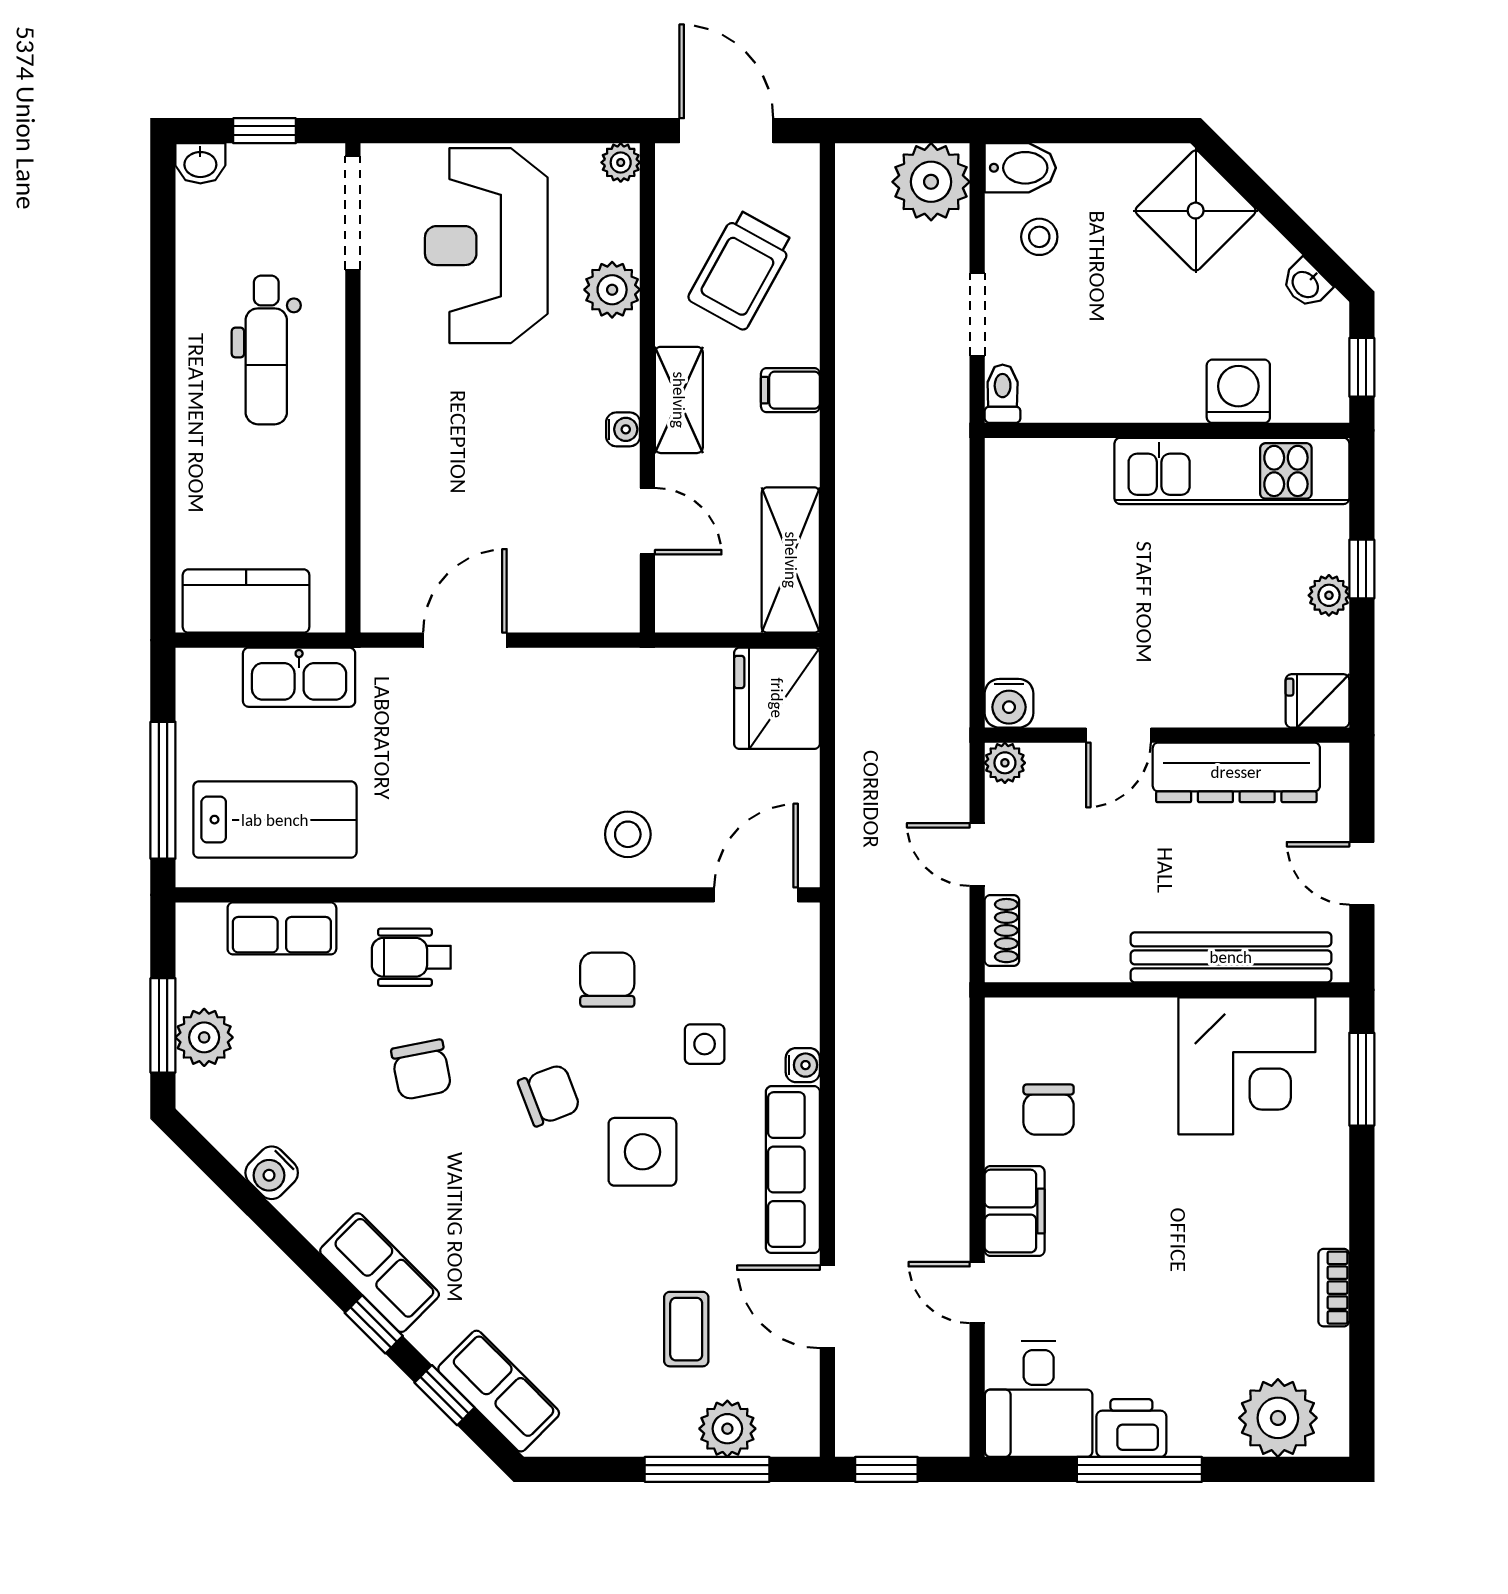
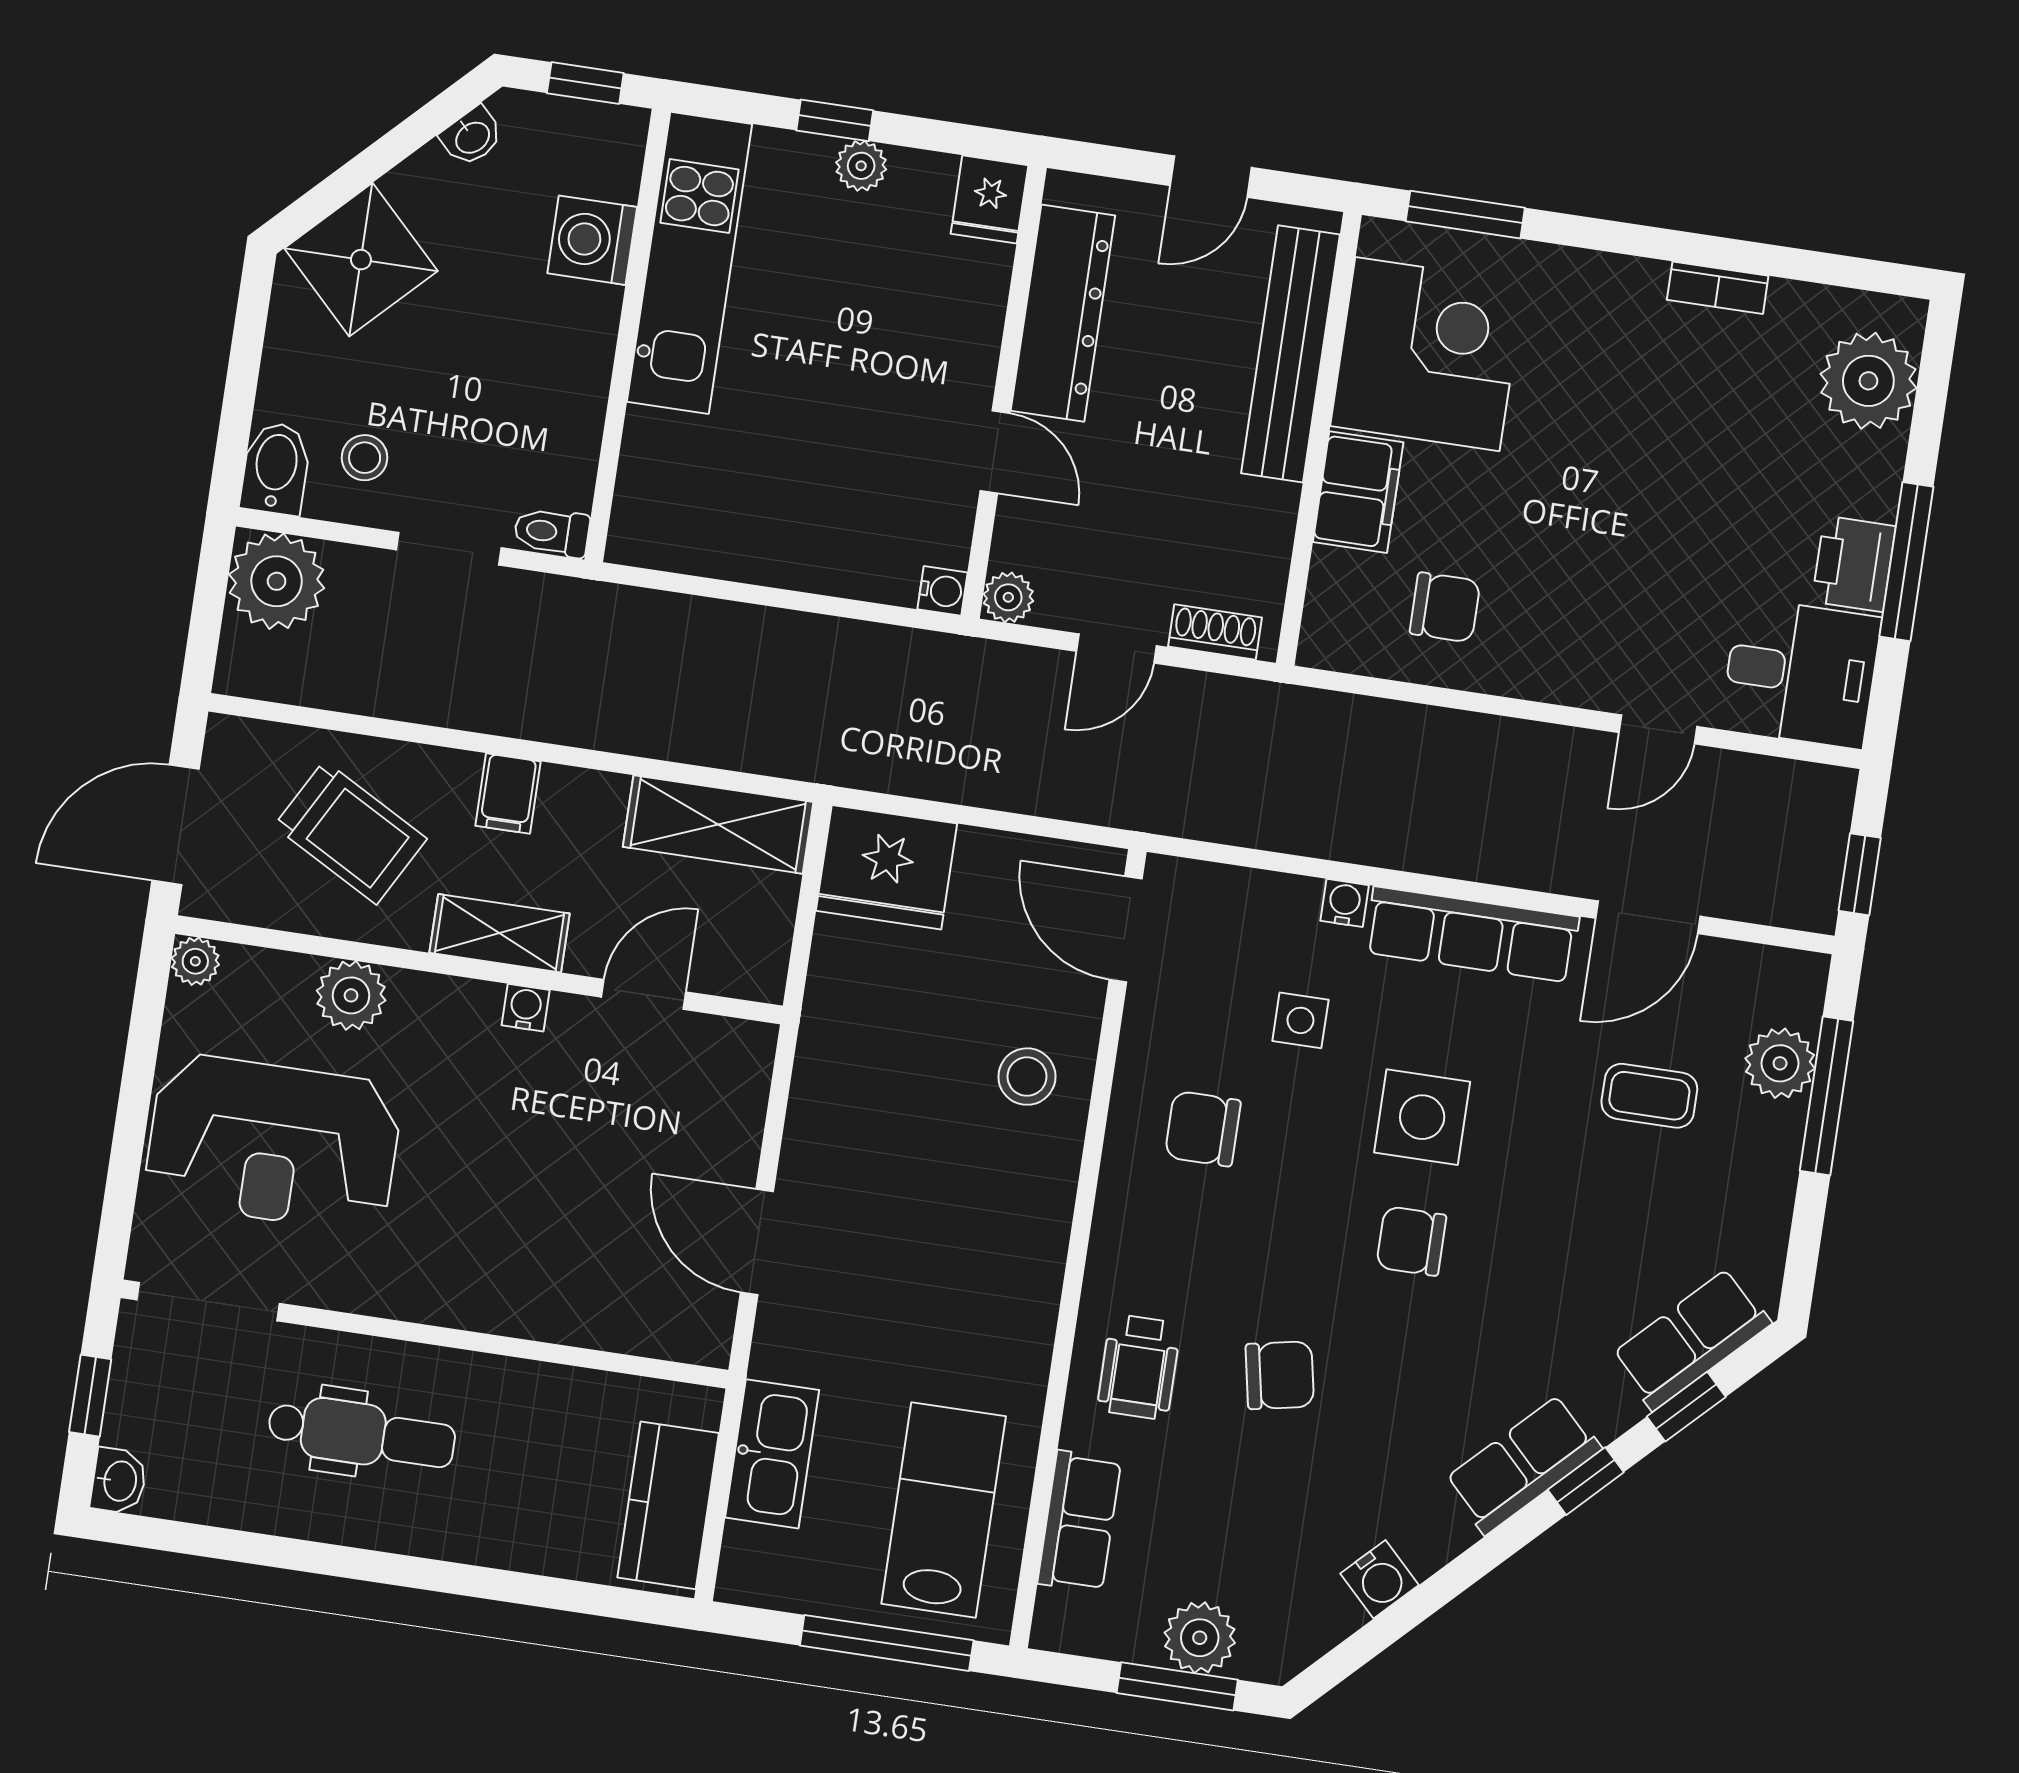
water cooler: (1009, 703) -> (942, 591), width x0.72, depth x0.72
chair: (549, 1095) -> (1411, 1241), moved, turned -69
filing cabinet: (1015, 1211) -> (1358, 492), moved, turned 90

